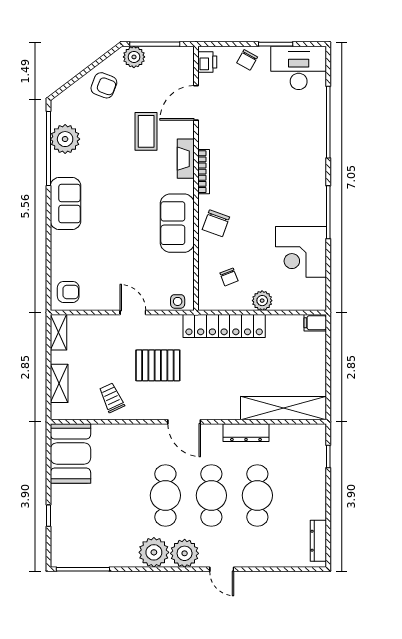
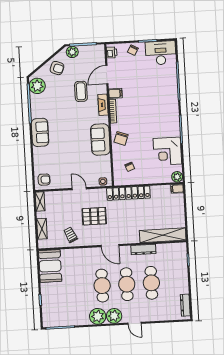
plant: (65, 139) -> (37, 86), moved
filing cabinet: (210, 139) -> (115, 93), added
plant: (262, 301) -> (177, 177), moved

